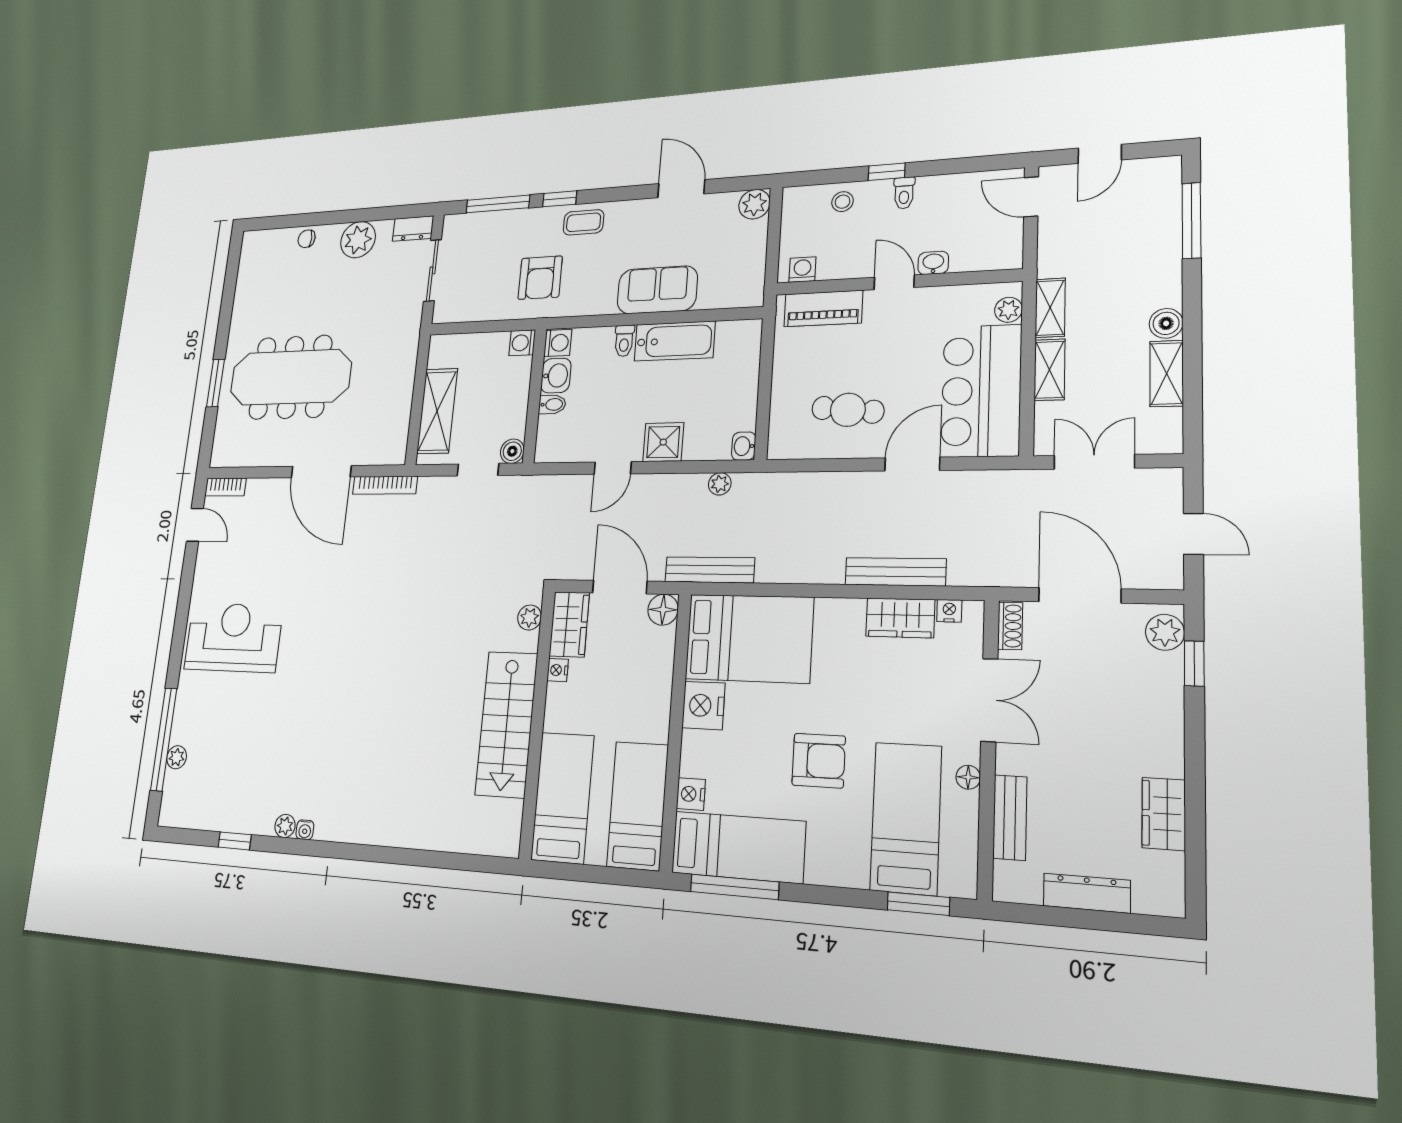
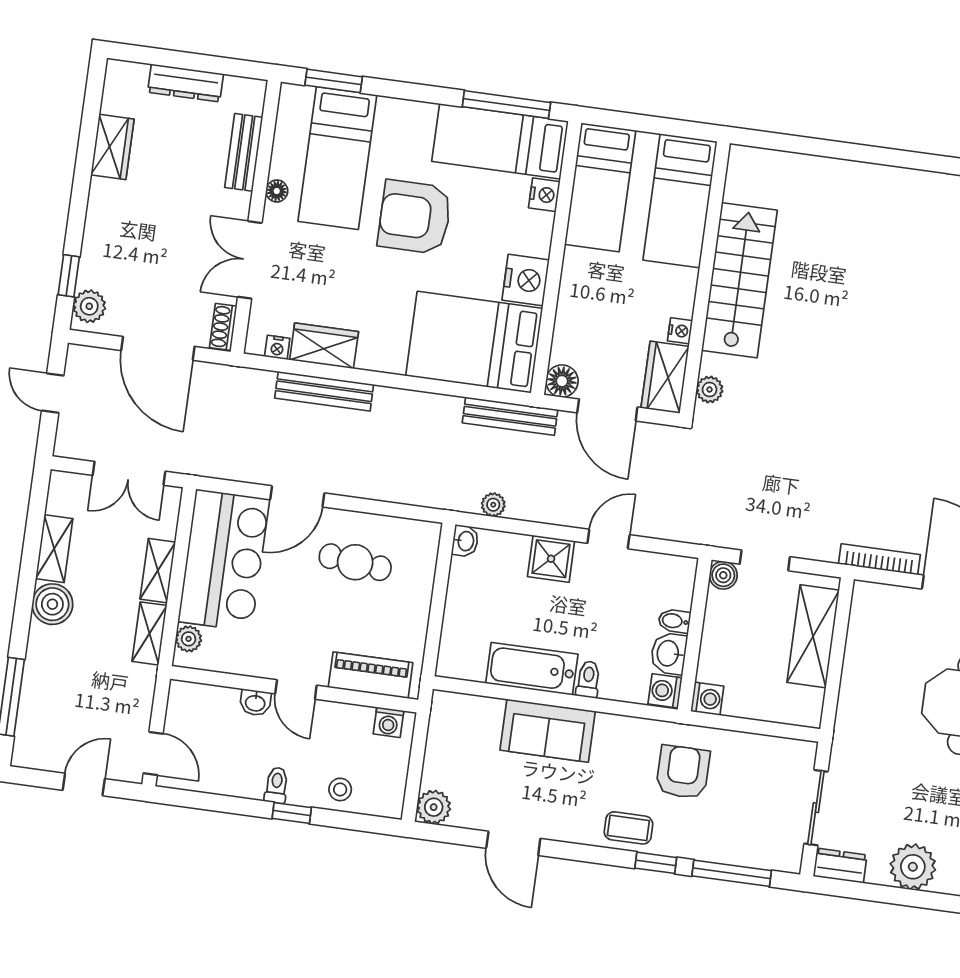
boiler: (1166, 323) -> (52, 604), width x1.36, depth x1.36
armchair: (819, 761) -> (415, 217), width x1.36, depth x1.36

